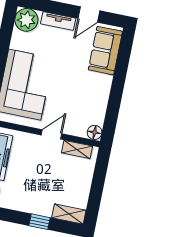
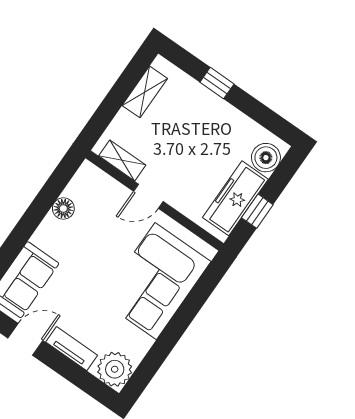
floor lamp: (95, 132) -> (63, 209), moved
shelving: (69, 214) -> (145, 92), moved, turned 90

